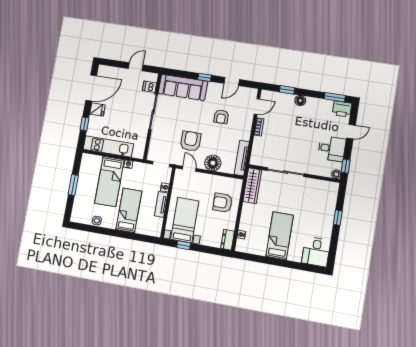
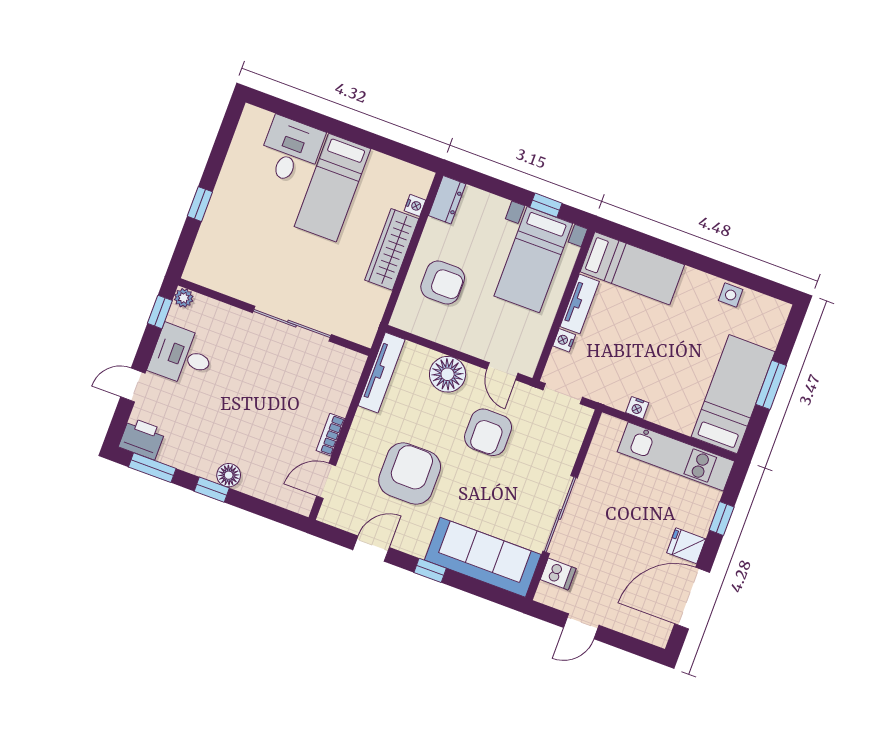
window: (287, 90) -> (212, 490), moved
armchair: (221, 117) -> (410, 474), width x1.88, depth x1.88
bed: (109, 181) -> (733, 394), moved
wardrobe: (252, 186) -> (392, 249), moved
bed: (129, 210) -> (632, 268), moved, turned -90
desk: (316, 252) -> (291, 150), moved

